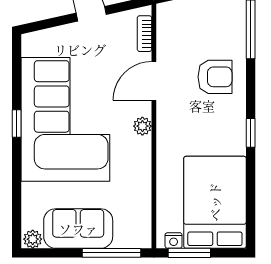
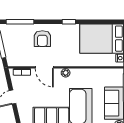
armchair: (215, 77) -> (42, 39), turned 180

